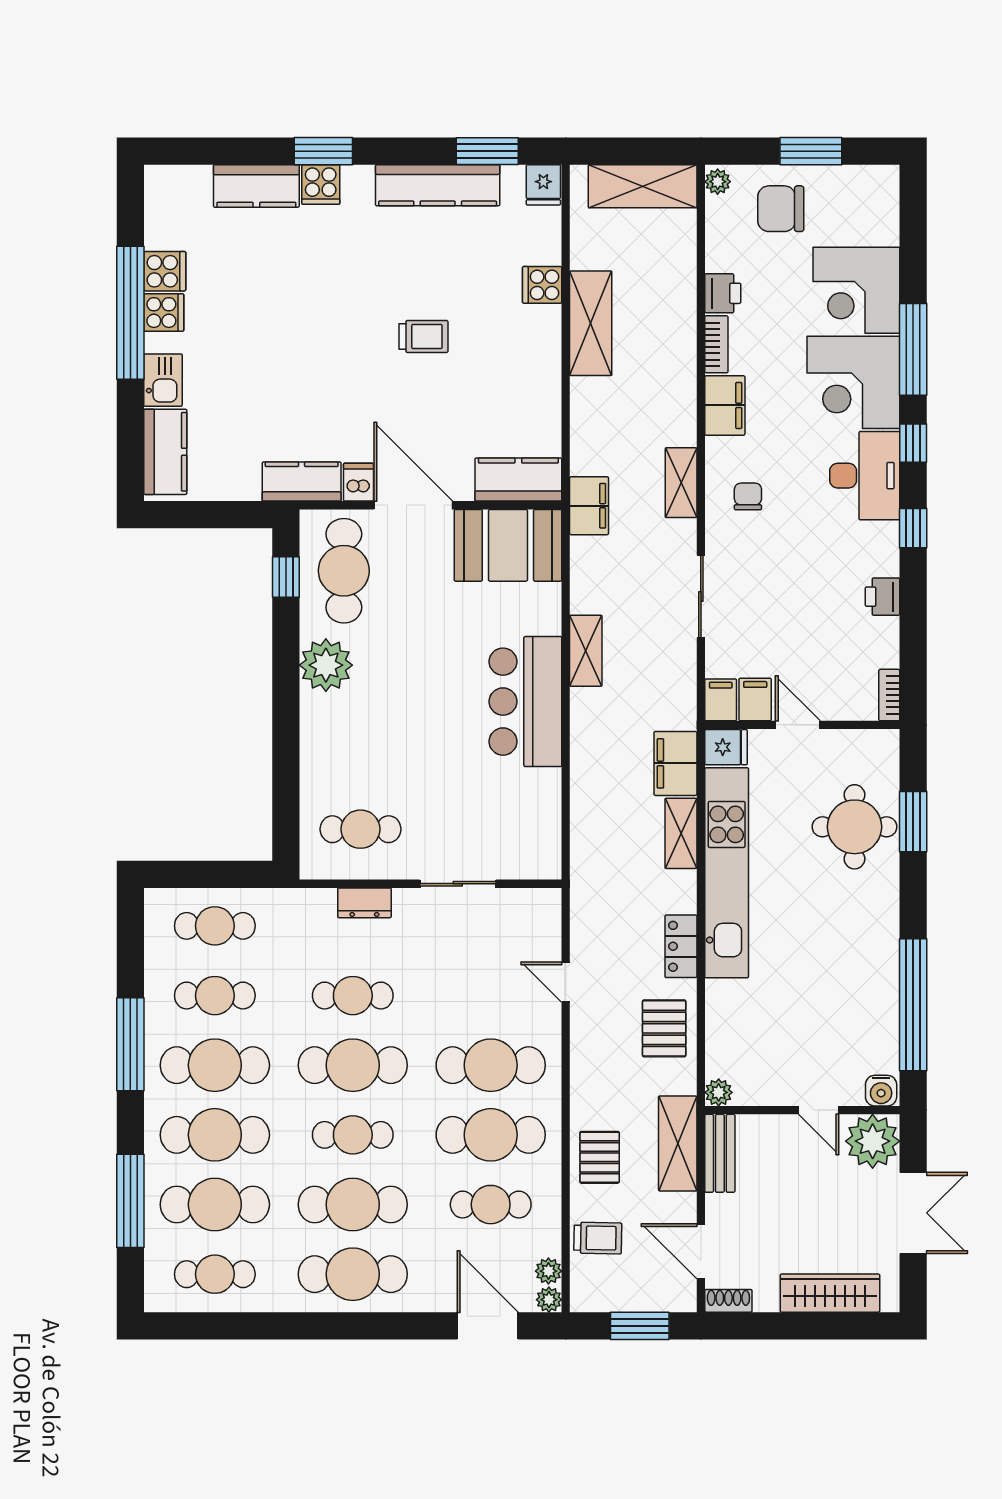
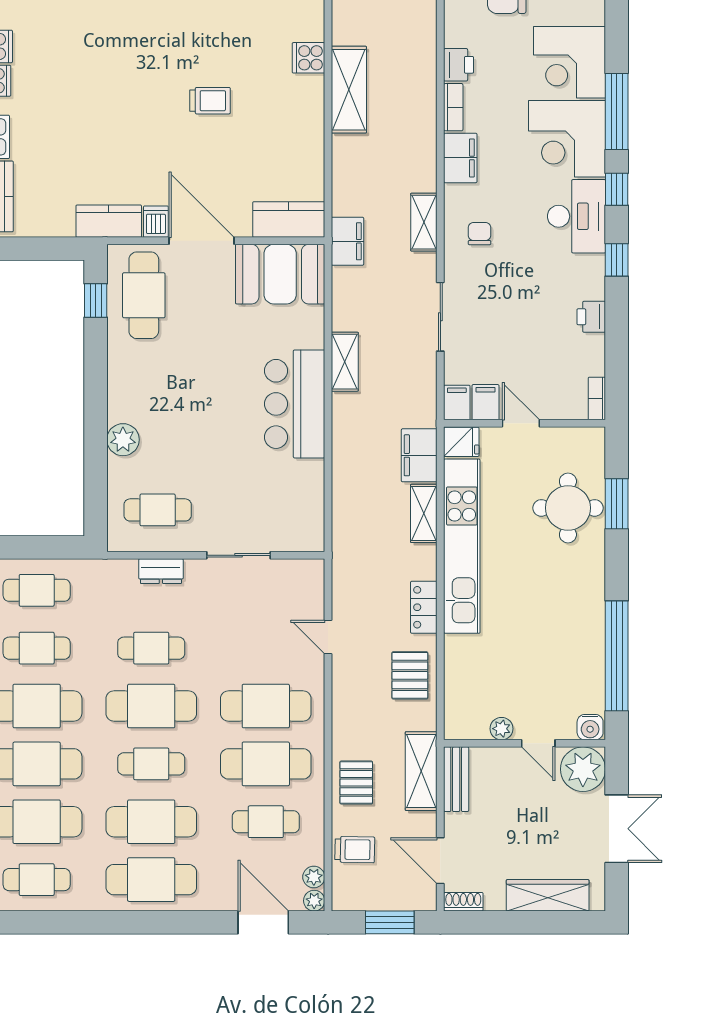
plant: (326, 665) -> (123, 440), moved, width x0.73, depth x0.73
plant: (719, 1092) -> (502, 729), moved

